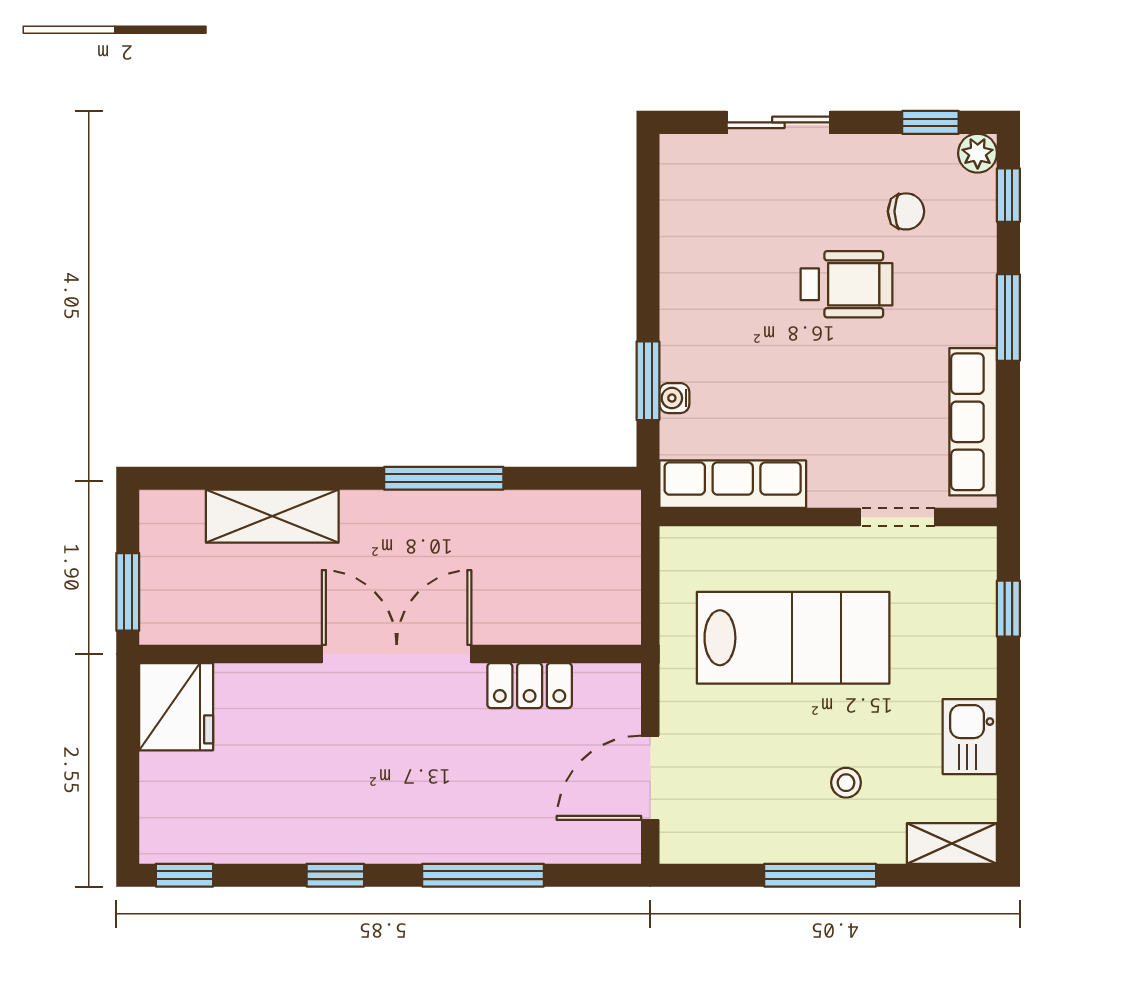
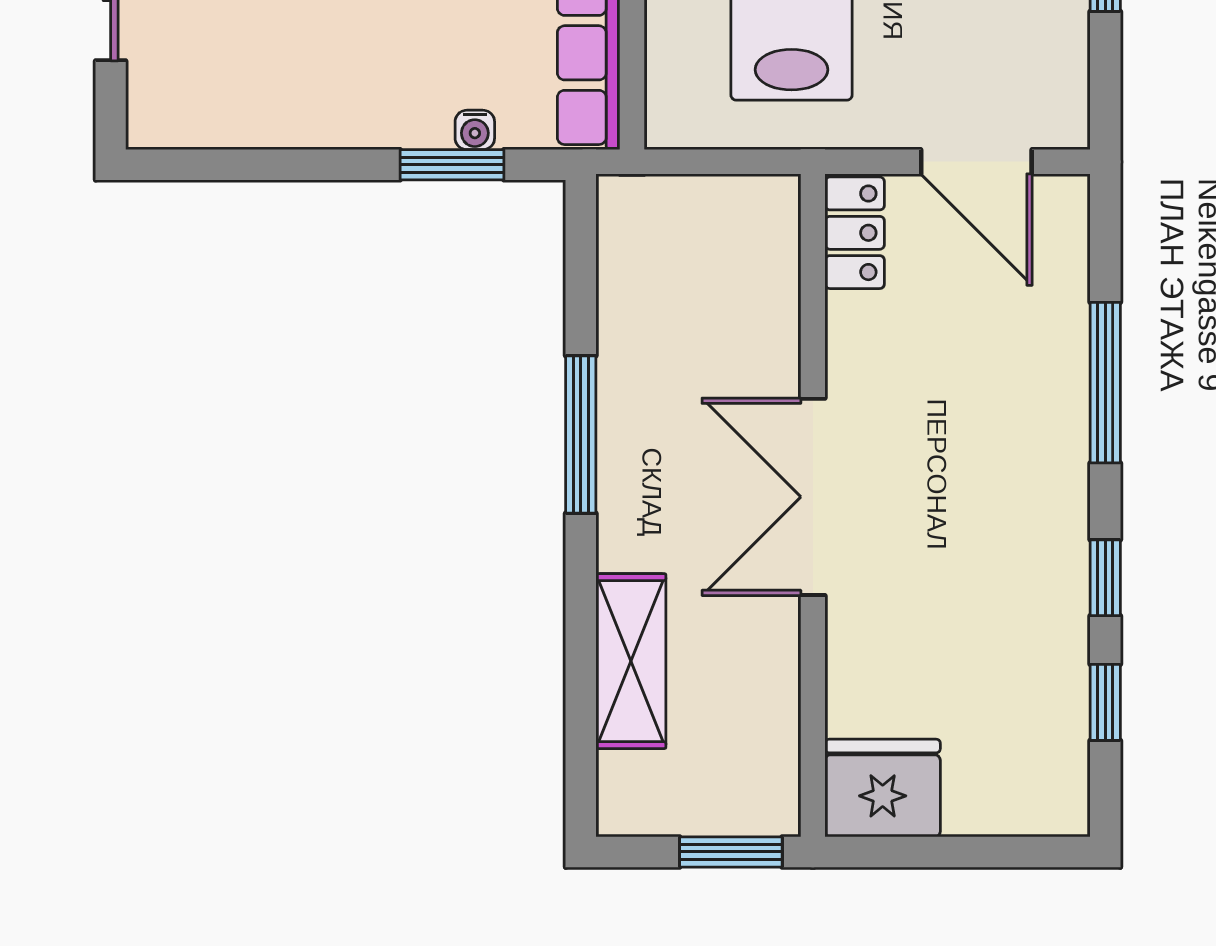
locker: (530, 686) -> (855, 233), moved
window: (185, 875) -> (1105, 702), moved

